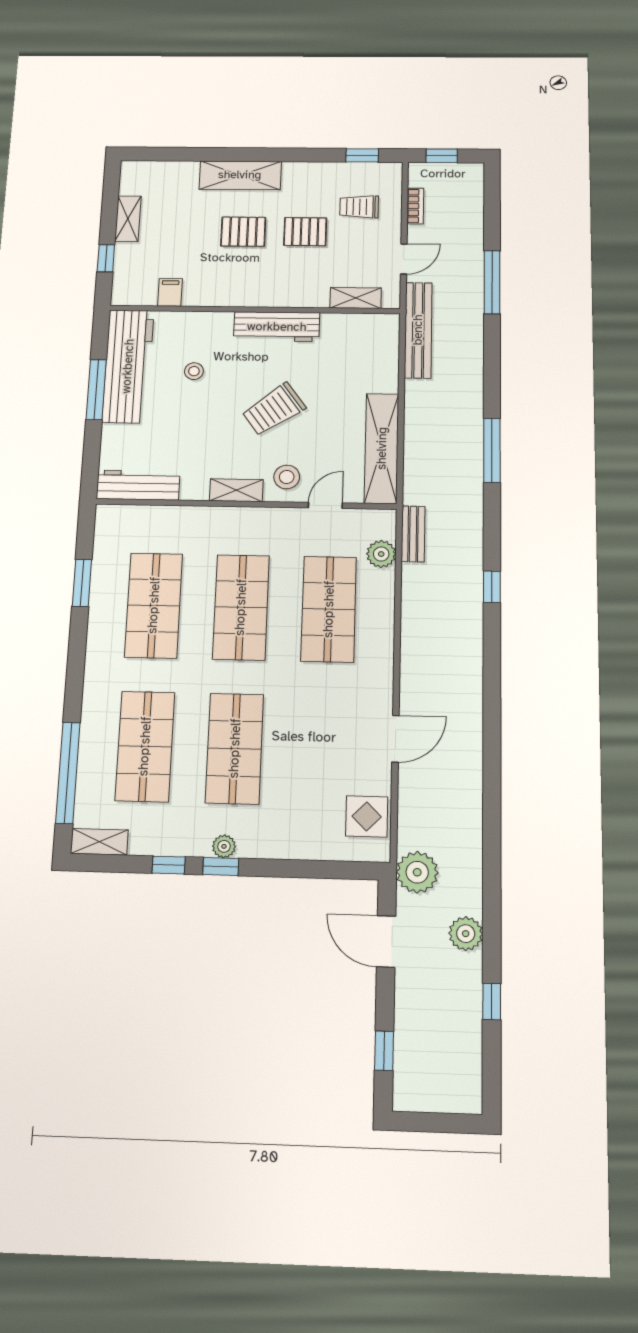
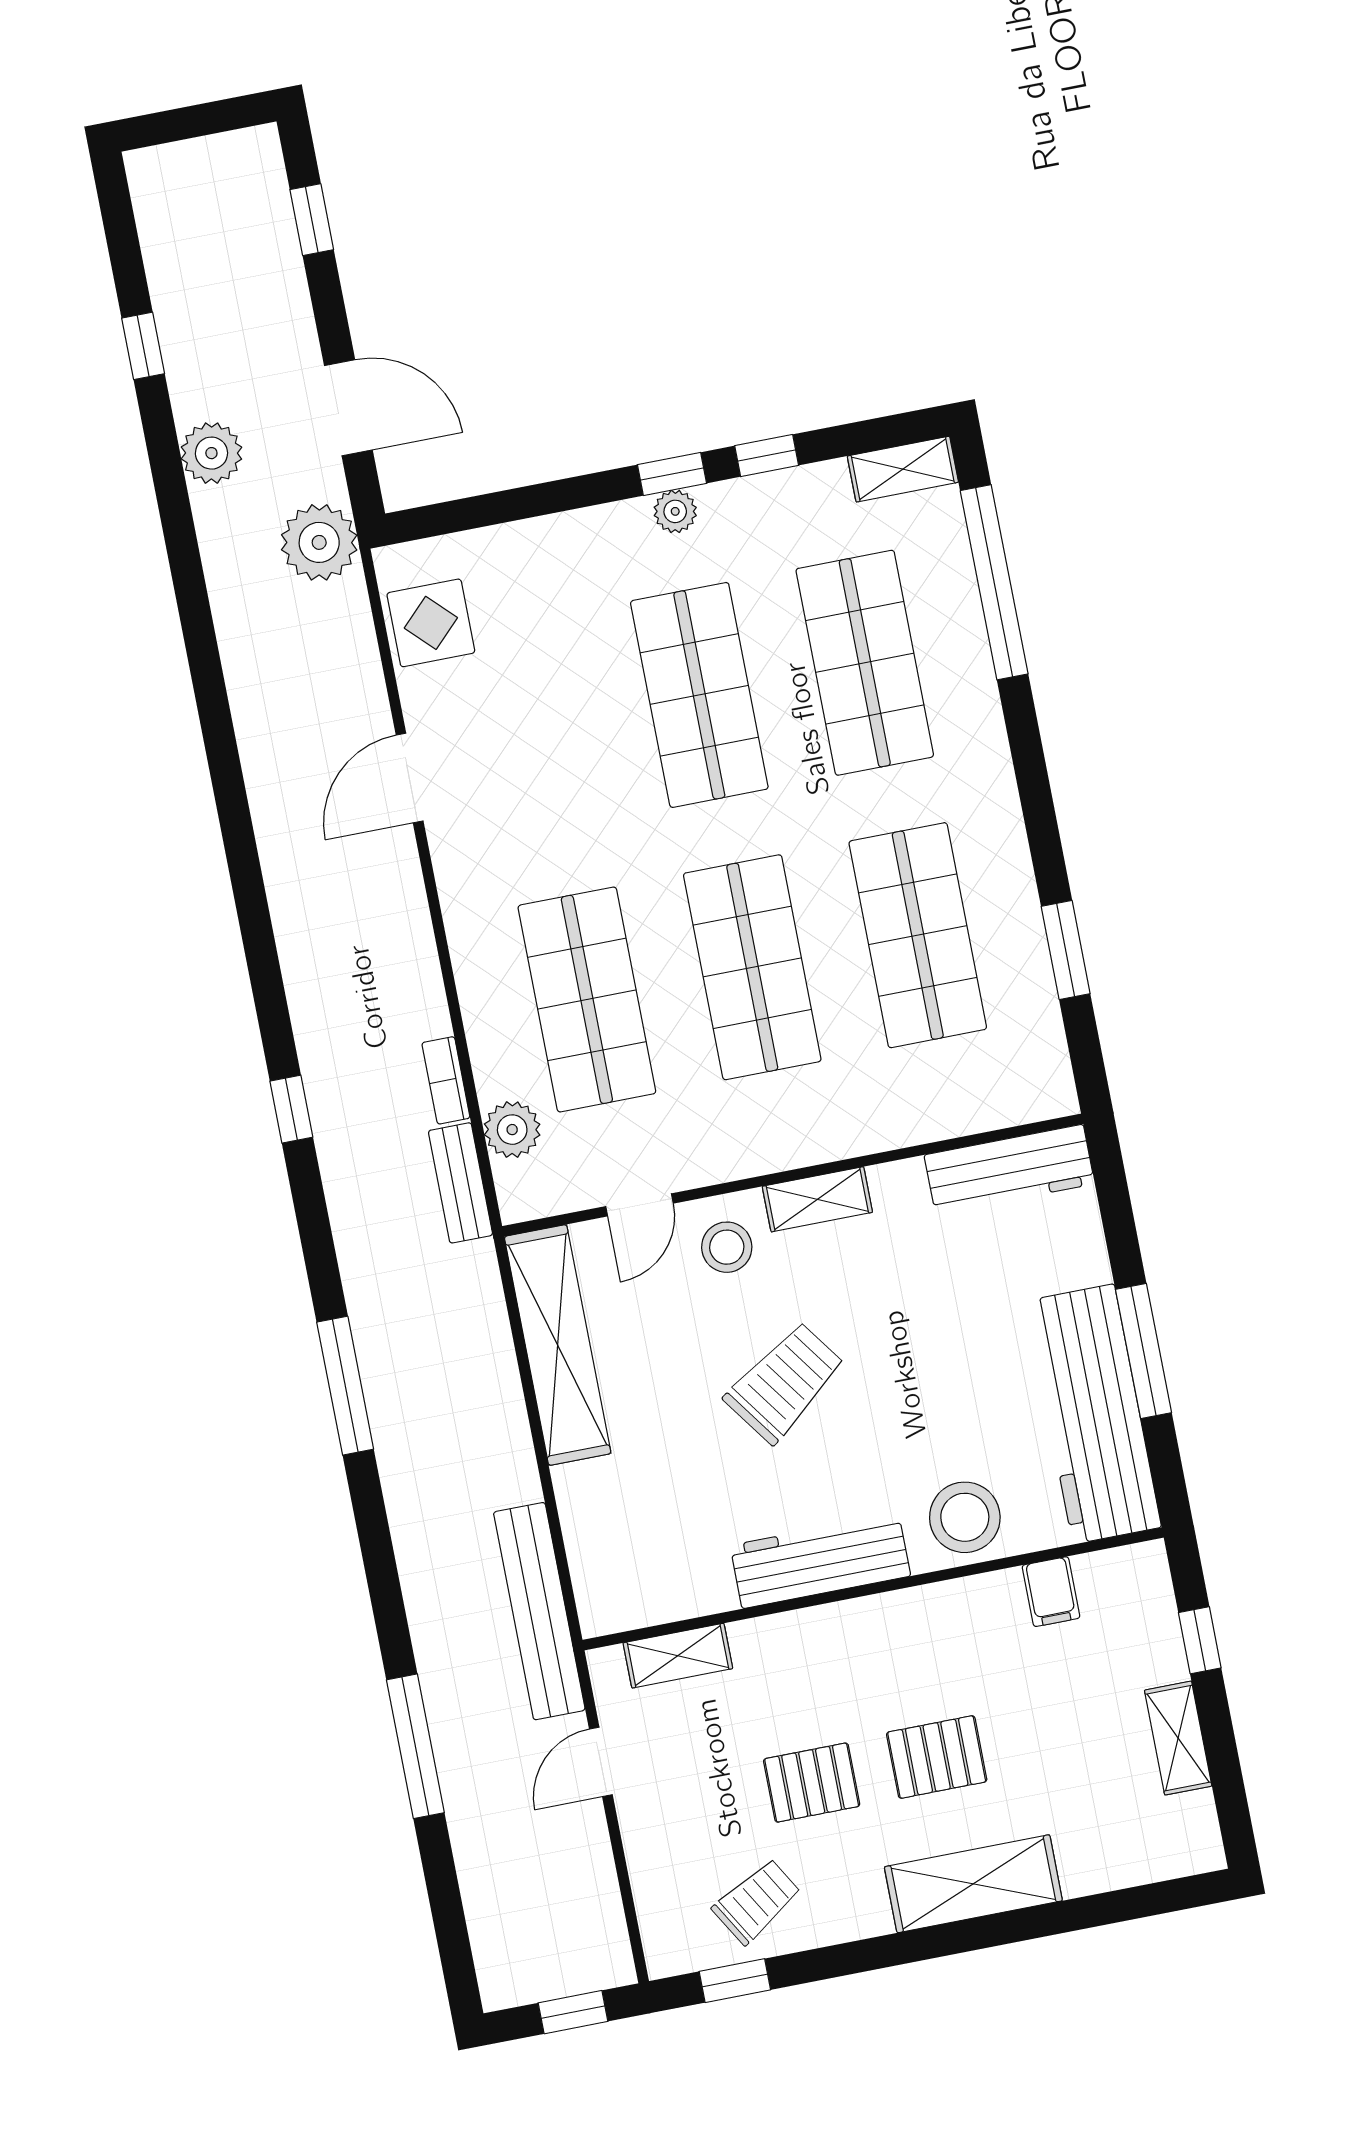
bookcase: (415, 206) -> (446, 1080), moved
trolley: (359, 207) -> (757, 1901), moved, turned -31
stool: (194, 371) -> (965, 1517), moved, width x1.89, depth x1.89

